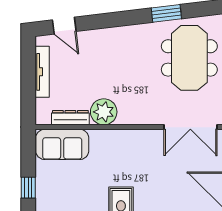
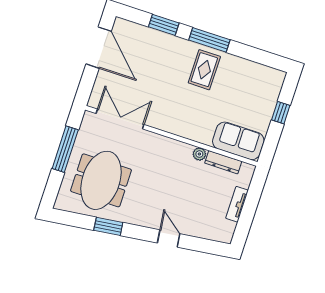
door: (64, 26) -> (169, 238), moved
tv unit: (42, 72) -> (237, 204), width x0.71
plant: (104, 112) -> (199, 154), width x0.53, depth x0.53

